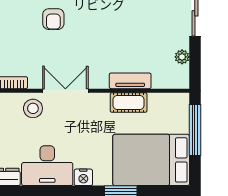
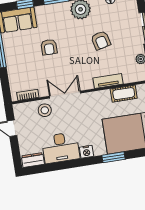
armchair: (129, 21) -> (101, 40), added
cot: (129, 103) -> (124, 94), moved

